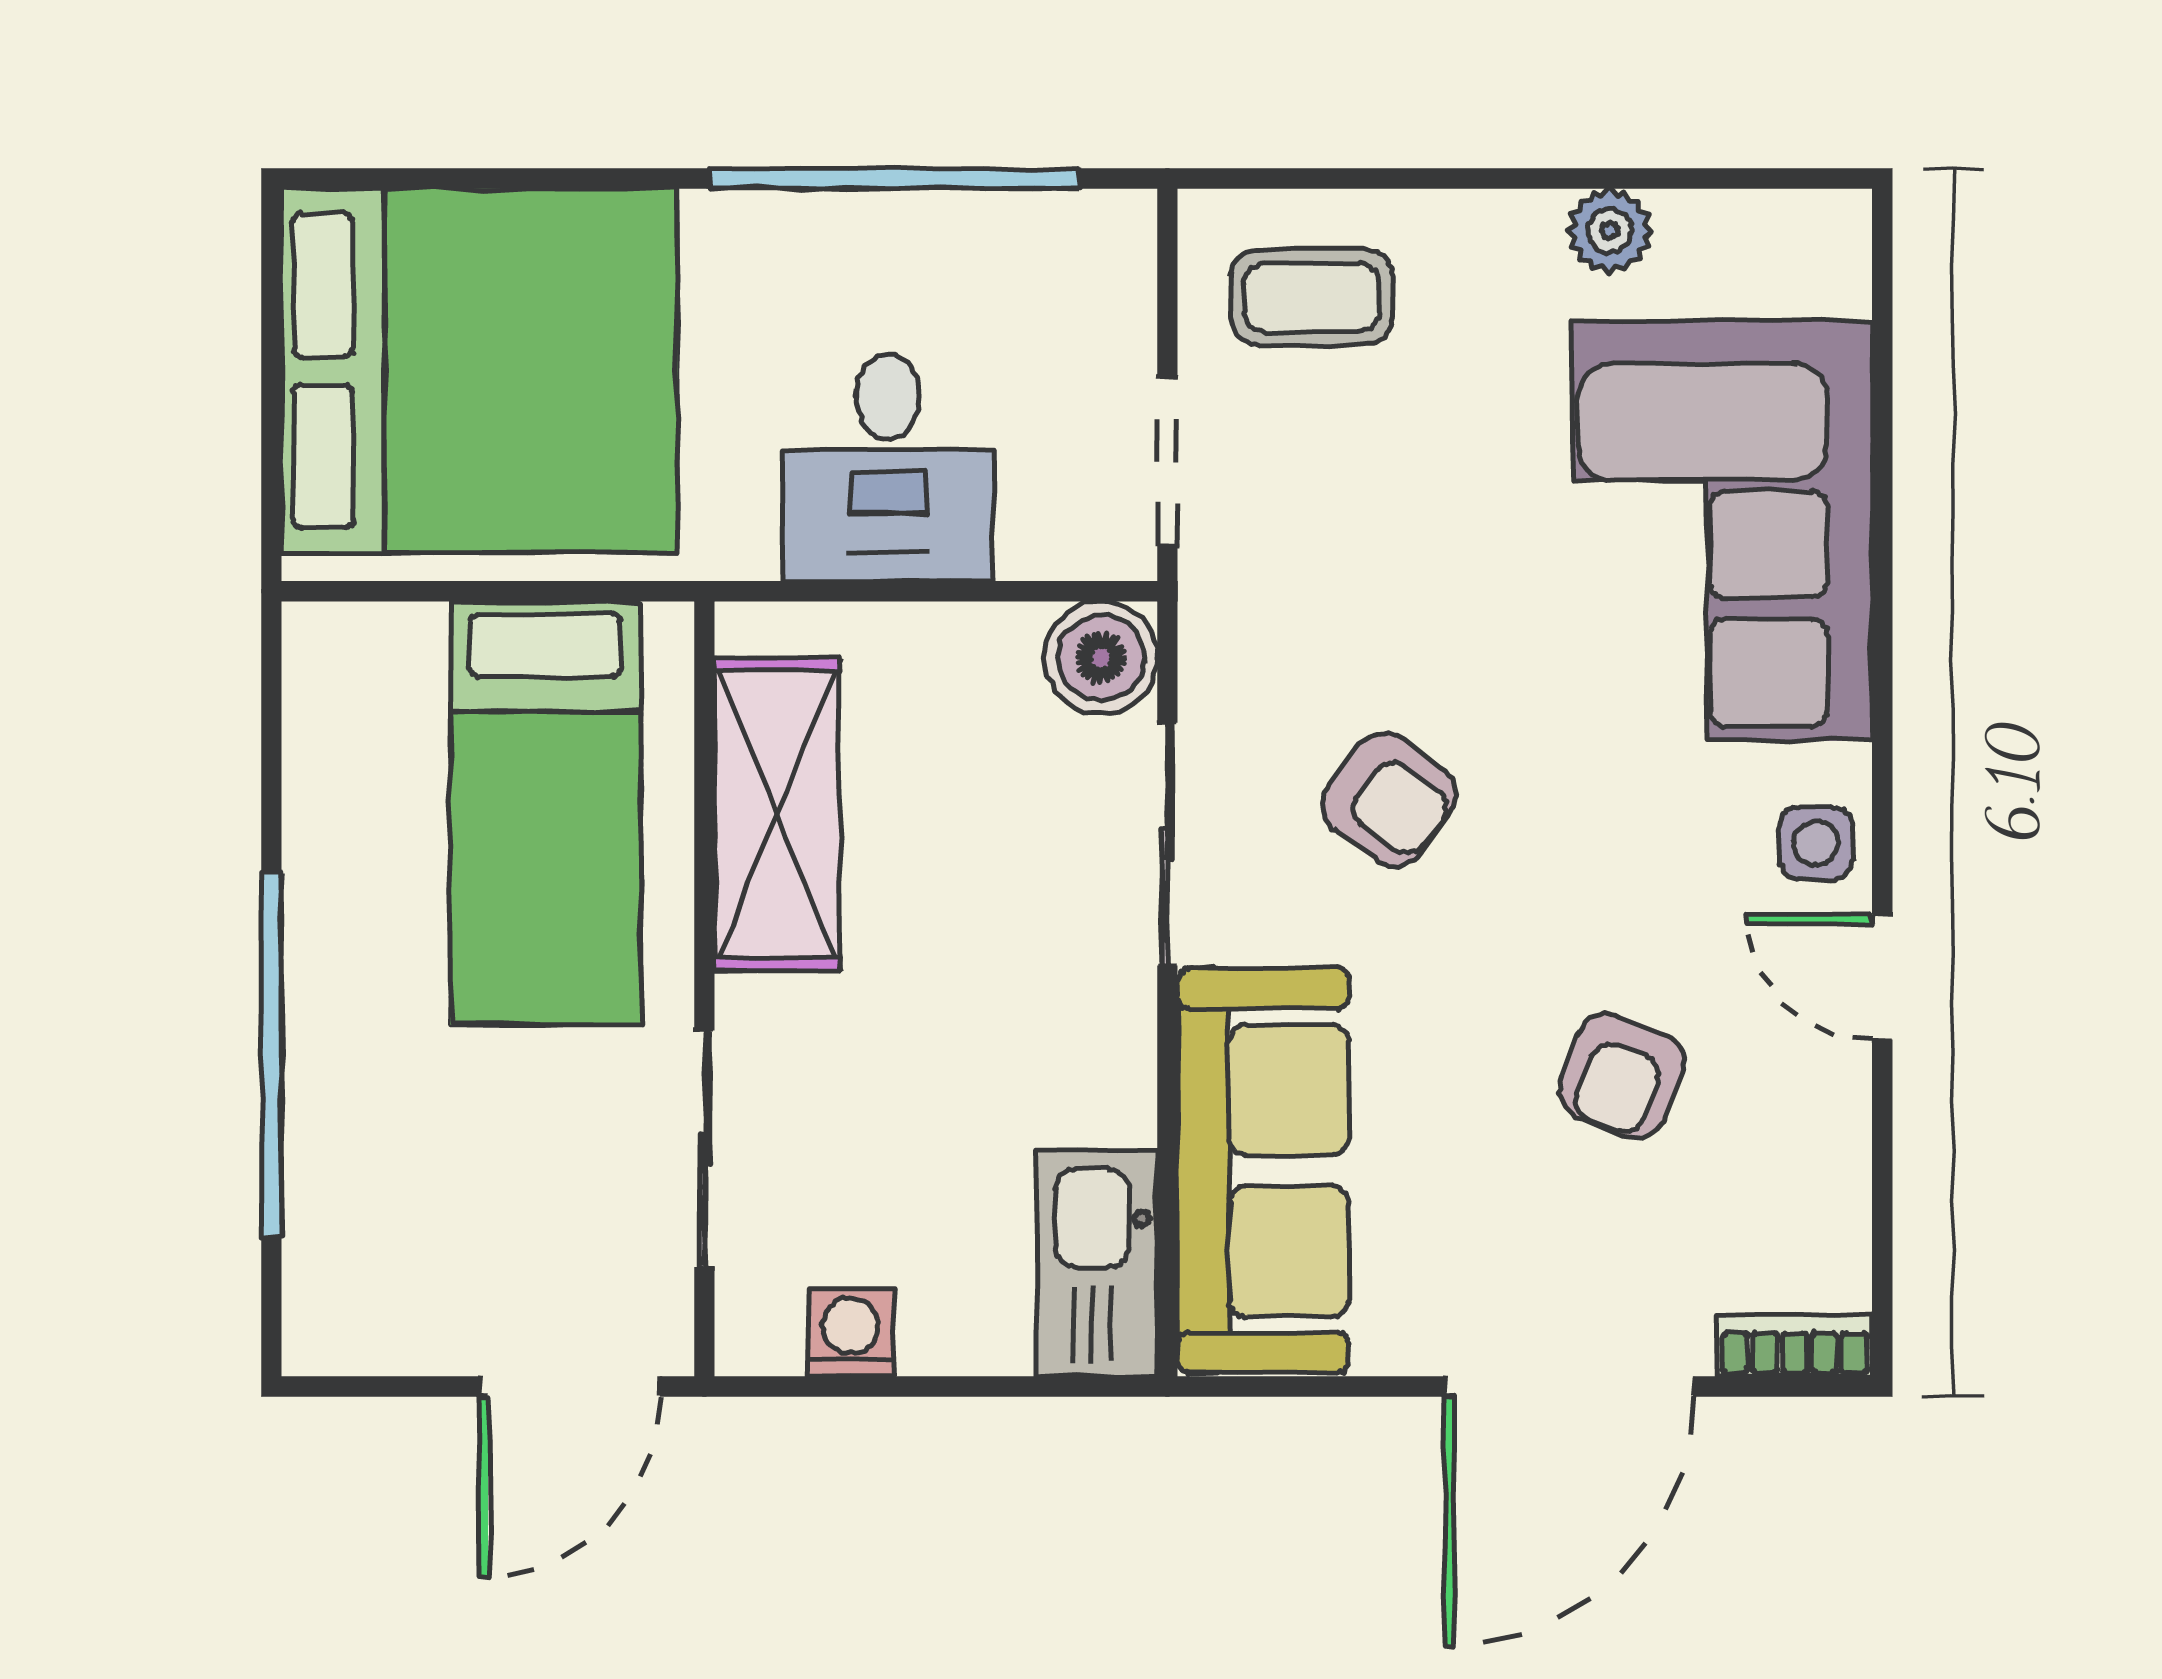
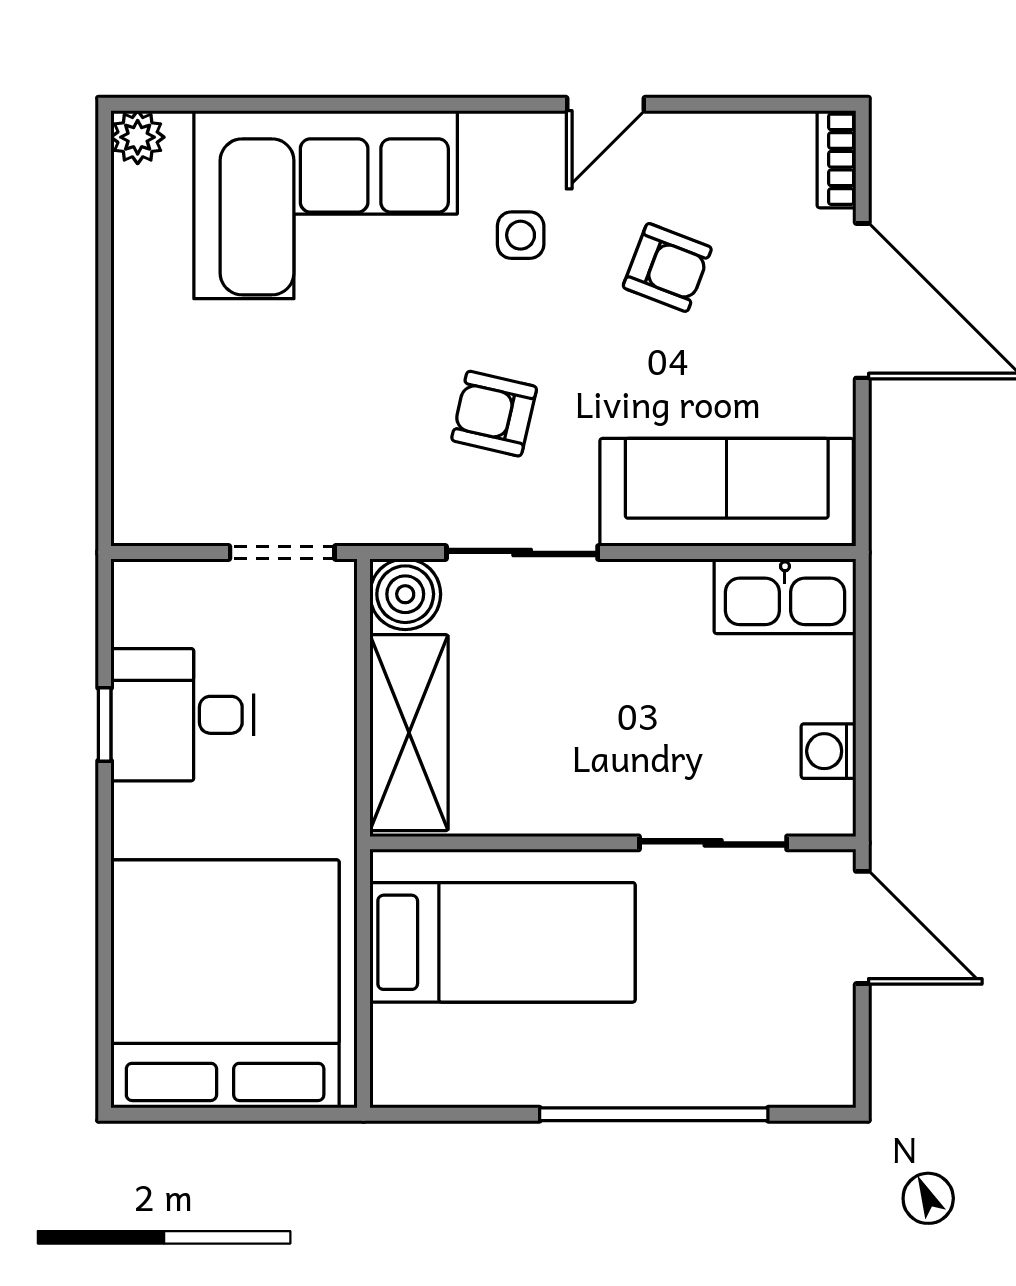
window: (893, 178) -> (105, 724), width x0.32
plant: (1610, 231) -> (138, 137), moved
coffee table: (1312, 297) -> (179, 462), removed
desk: (888, 467) -> (182, 715), moved, turned 180
armchair: (1389, 800) -> (494, 414), turned -113
shelving: (777, 815) -> (409, 733), moved, turned 90
side table: (1816, 843) -> (521, 235), moved

